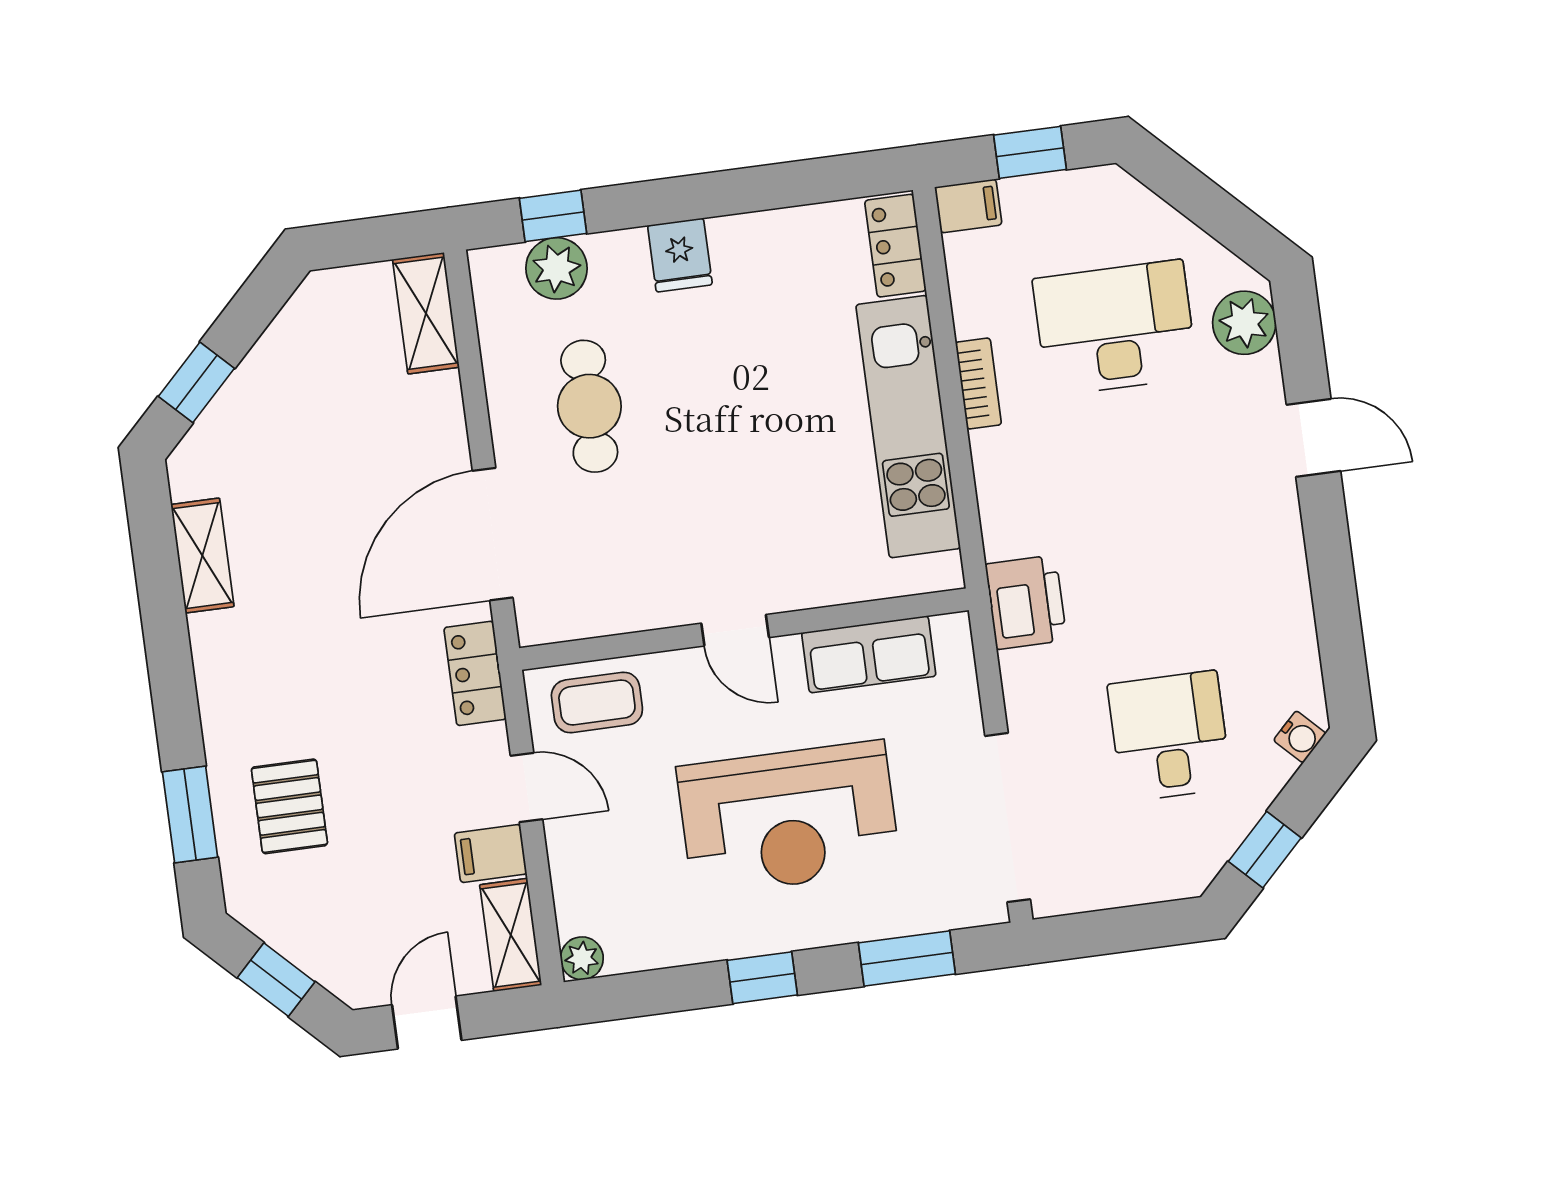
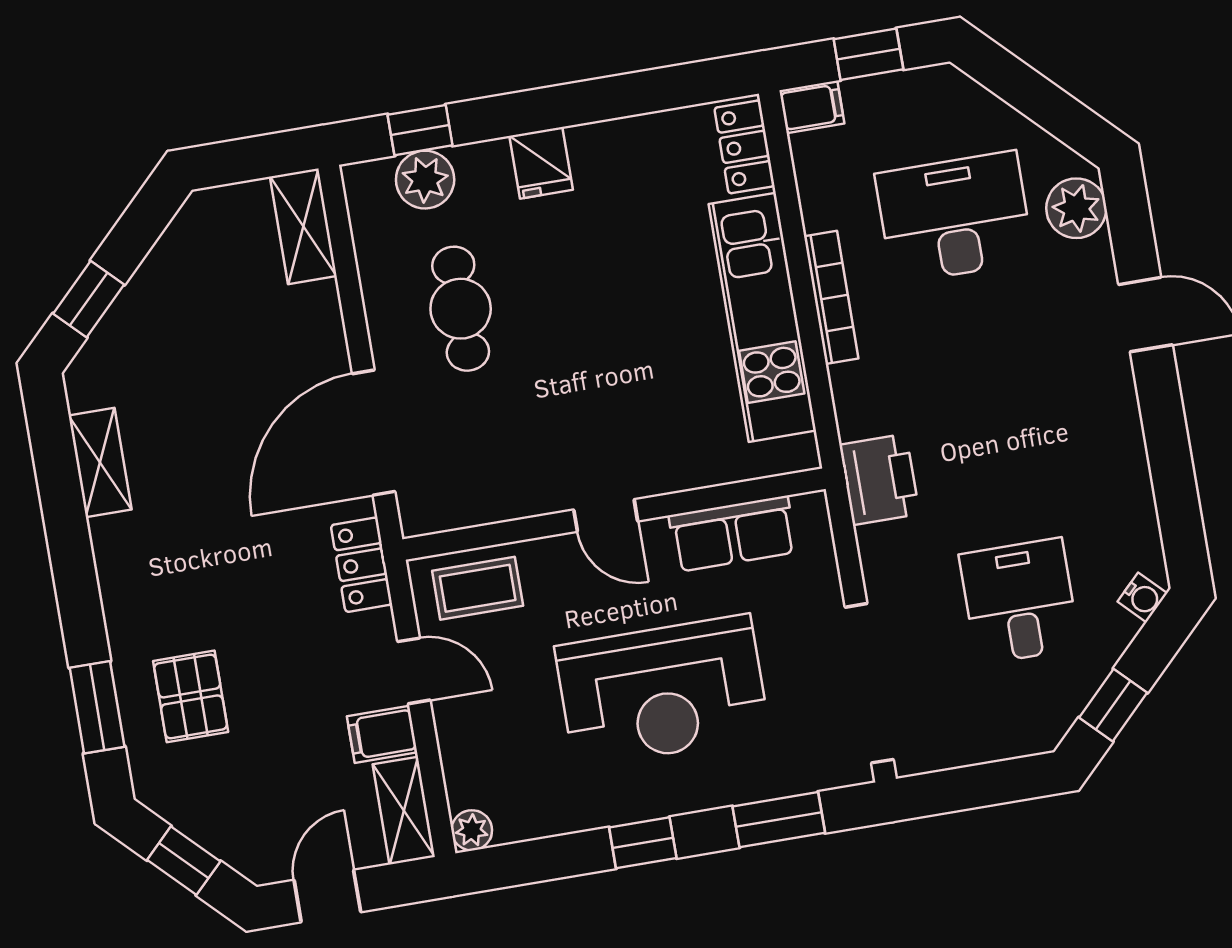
bookcase: (978, 383) -> (831, 297), width x1.56

